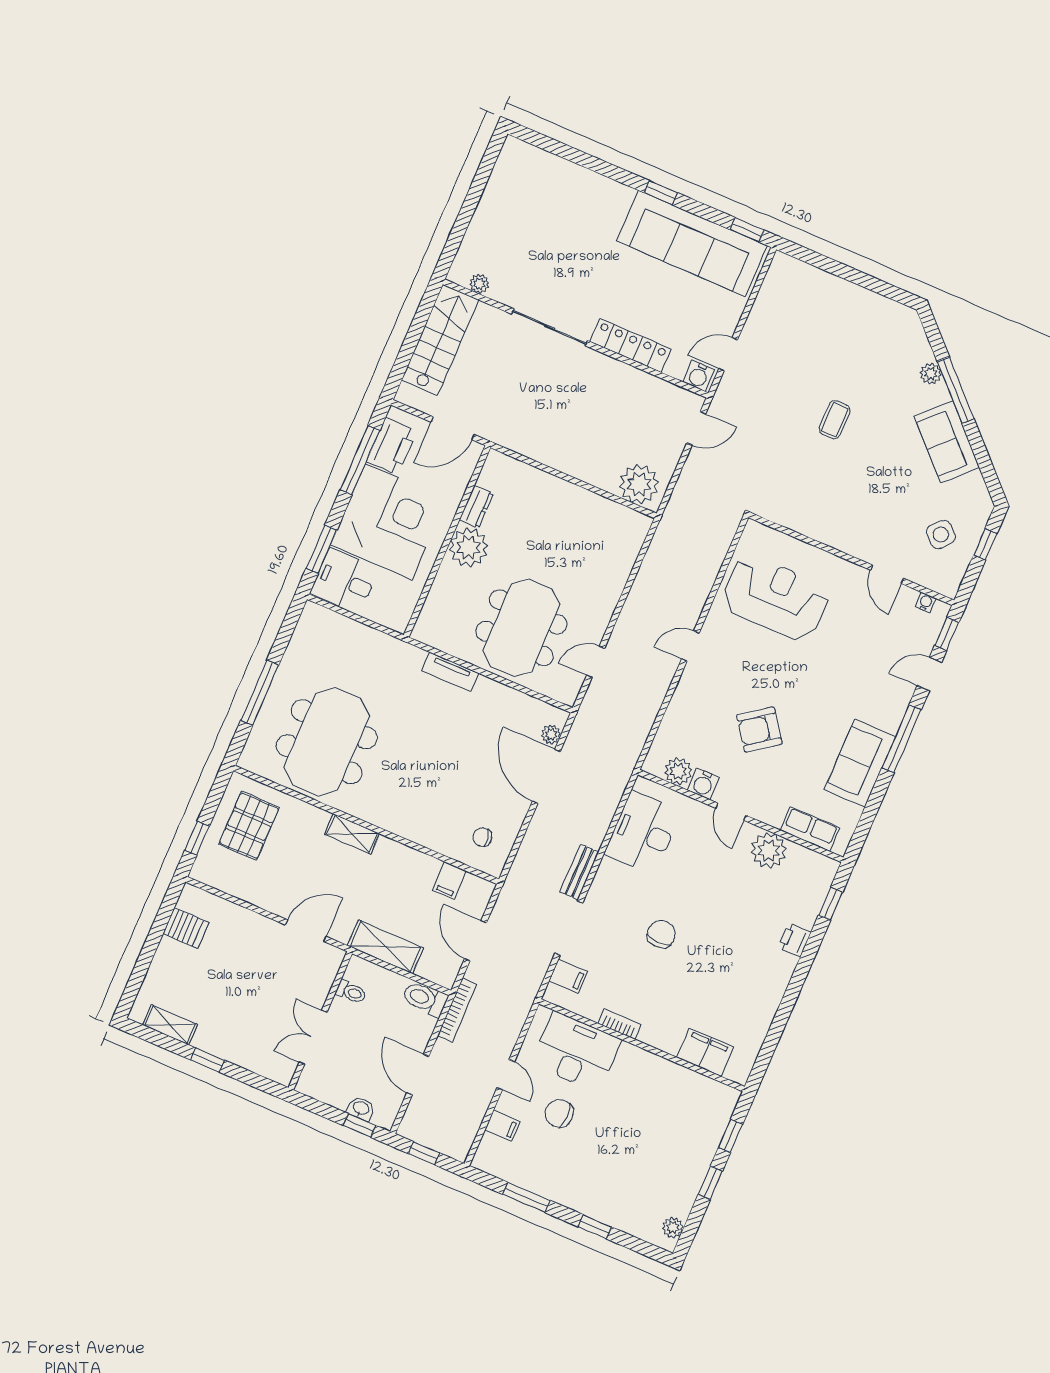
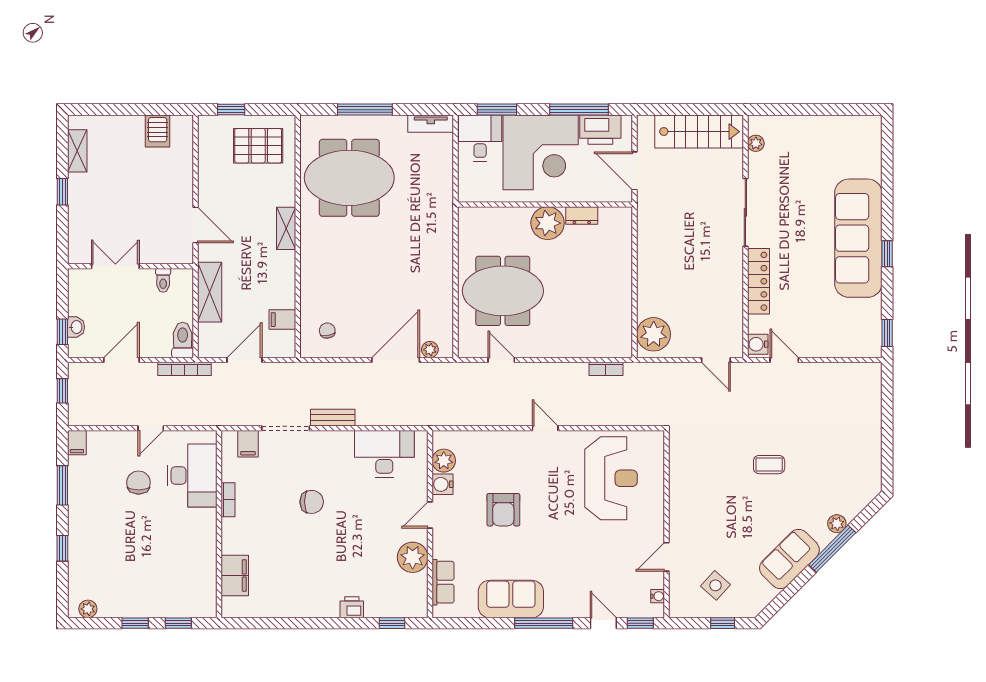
sofa: (692, 243) -> (858, 238), moved
bookcase: (654, 552) -> (606, 369), added
tv unit: (450, 672) -> (431, 124), moved, turned -90
armchair: (759, 730) -> (503, 510), turned -144
filing cabinet: (502, 1126) -> (77, 443), moved

